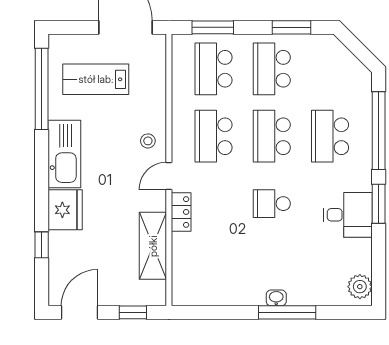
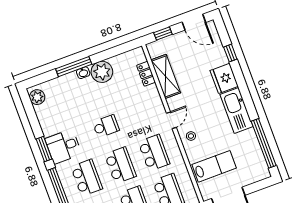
lab bench: (96, 79) -> (214, 166), moved
locker: (181, 212) -> (146, 74), moved
desk: (348, 215) -> (63, 146), moved
plant: (247, 289) -> (102, 72), added
door: (80, 312) -> (194, 22), hinge flipped

